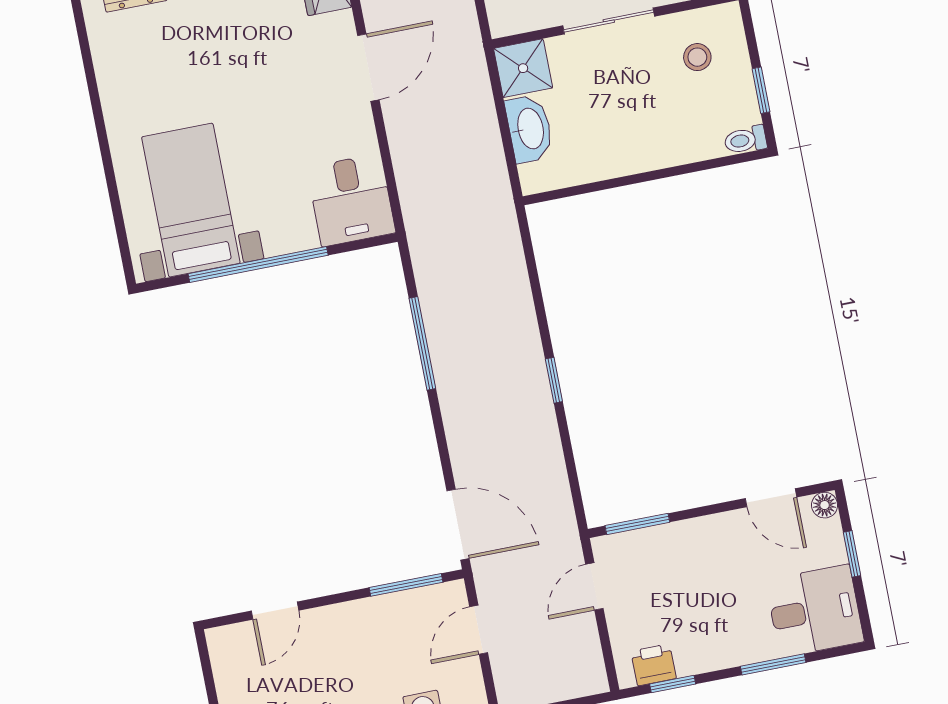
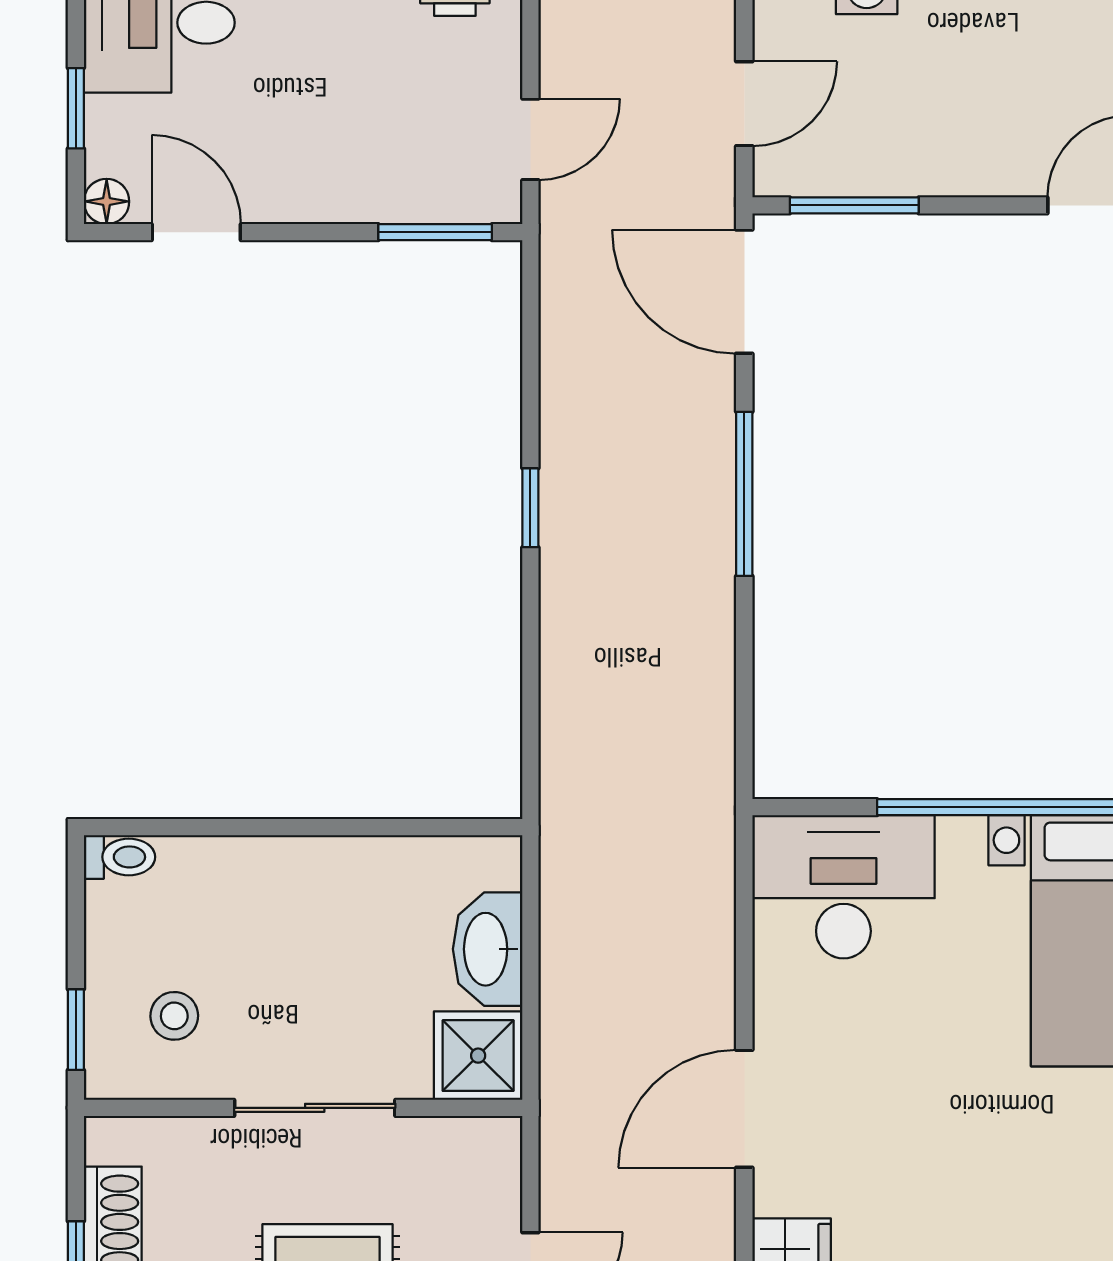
window: (761, 90) -> (76, 1030), moved
desk: (351, 200) -> (843, 887), width x1.37
window: (422, 343) -> (744, 494), moved

